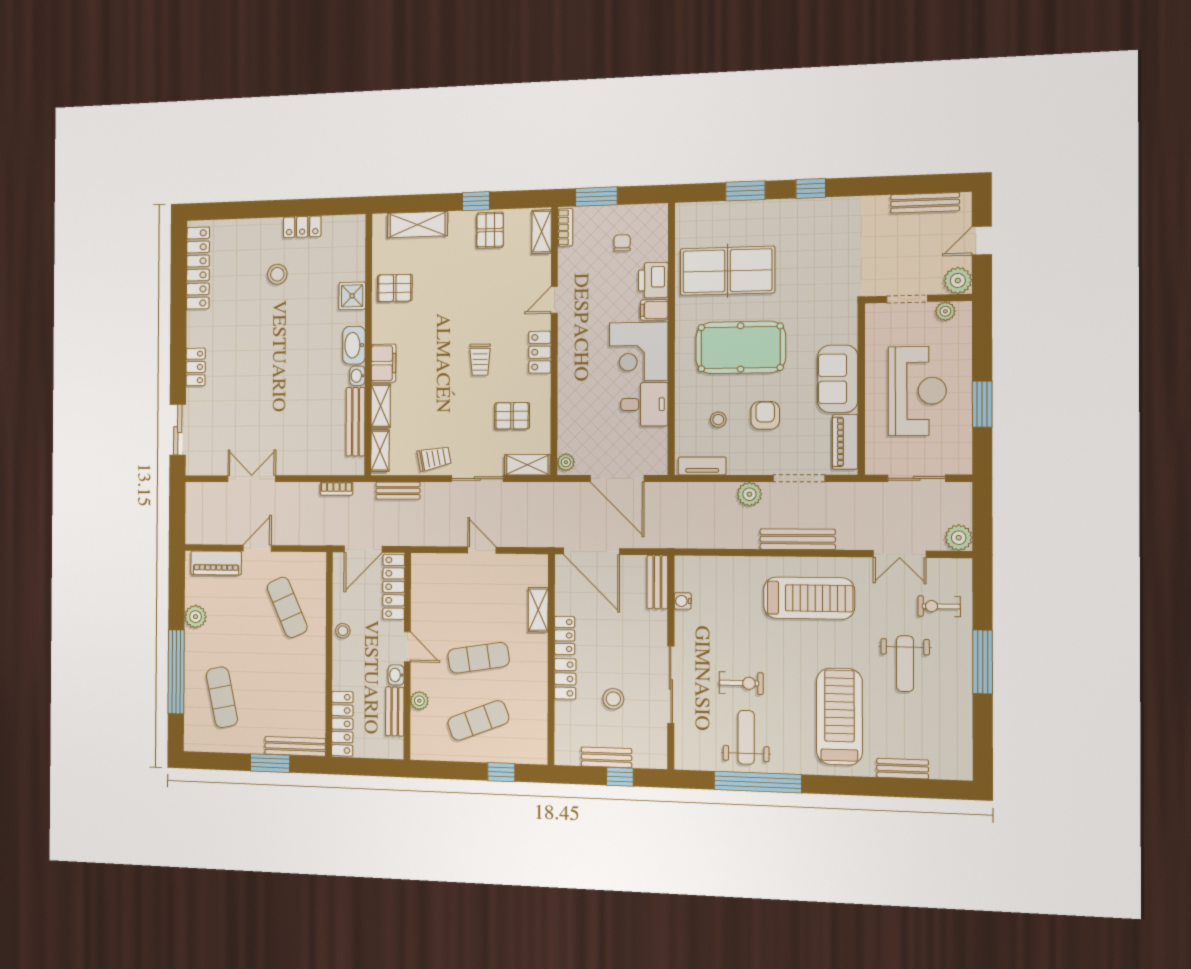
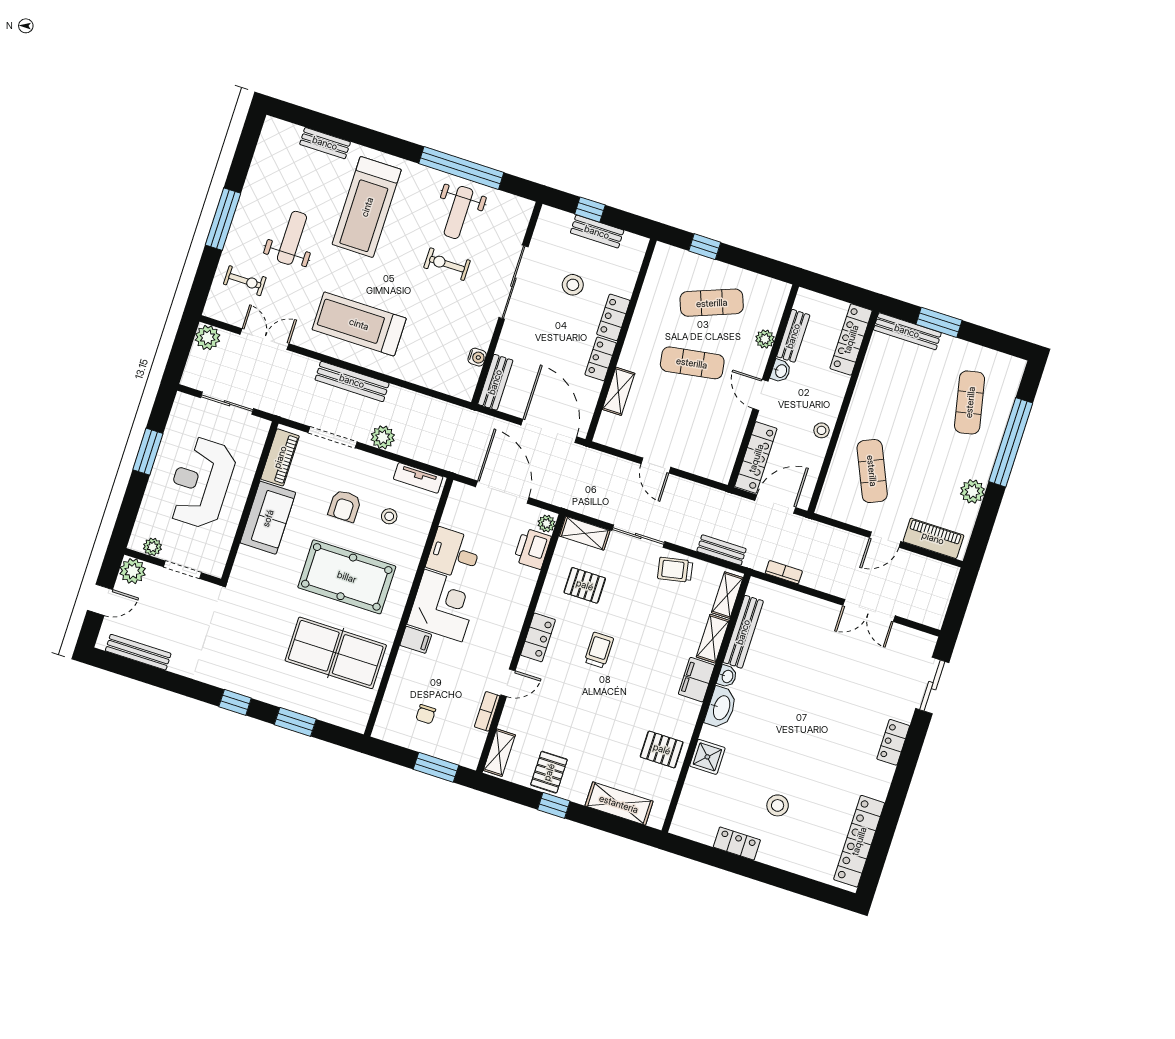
bookcase: (565, 227) -> (487, 711), moved
printer: (653, 280) -> (532, 549), moved, turned 180

